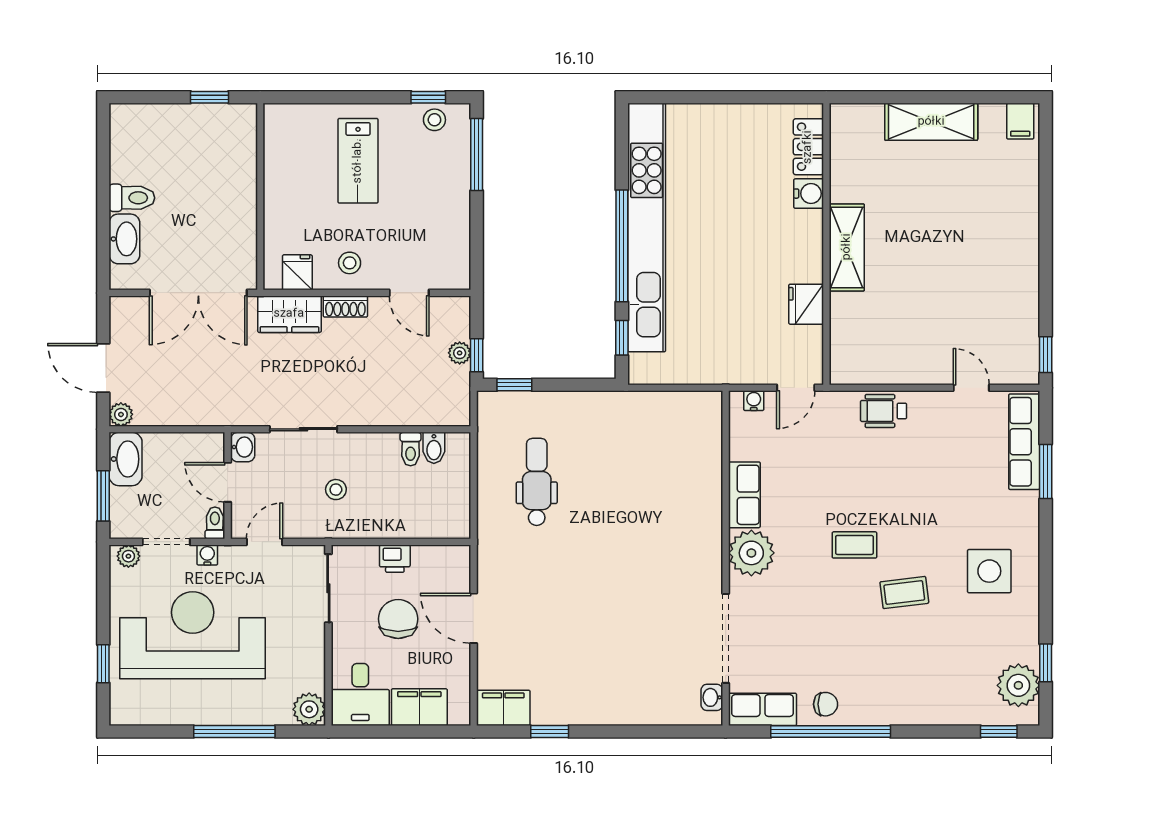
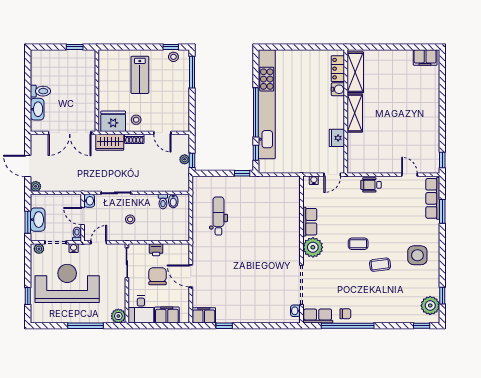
filing cabinet: (1020, 121) -> (425, 57), width x2.00
shelving: (931, 122) -> (355, 72), moved, turned 90
fridge: (297, 272) -> (113, 121), width x1.88, depth x1.34
window: (514, 385) -> (242, 173), moved
washbasin: (125, 459) -> (38, 220), moved

